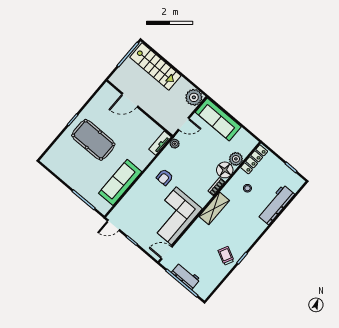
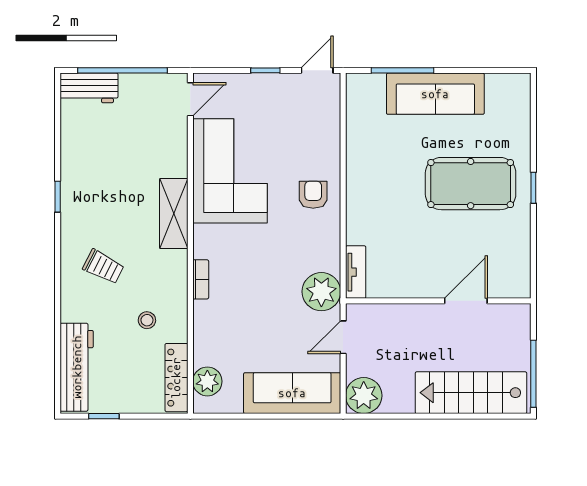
plant: (175, 144) -> (321, 292), width x1.87, depth x1.87
plant: (236, 159) -> (207, 381), moved
floor lamp: (225, 170) -> (210, 319), removed
armchair: (165, 177) -> (313, 195), moved
sofa: (120, 182) -> (435, 94), moved, turned 90
workbench: (276, 205) -> (77, 367), moved
shelving: (214, 208) -> (174, 213), moved
trolley: (226, 256) -> (103, 267), moved
workbench: (186, 276) -> (89, 88), moved

